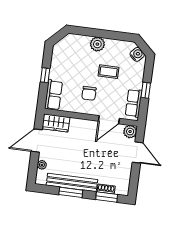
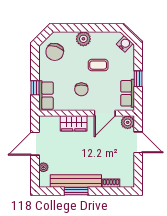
chair: (68, 53) -> (55, 52), added
window: (45, 75) -> (35, 88), moved
wardrobe: (56, 123) -> (74, 123), moved
window: (107, 197) -> (113, 191), removed

